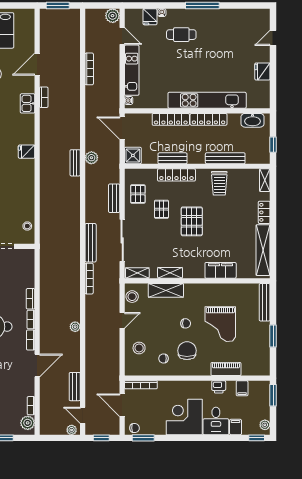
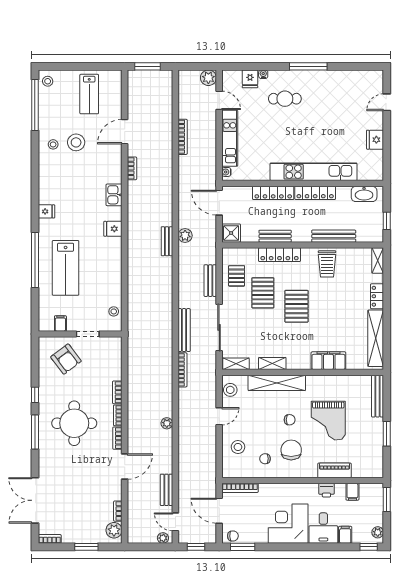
kitchen sink: (28, 103) -> (114, 195), moved
pallet: (161, 209) -> (263, 293), width x1.50, depth x1.42
shelving: (166, 290) -> (277, 383), width x1.47

